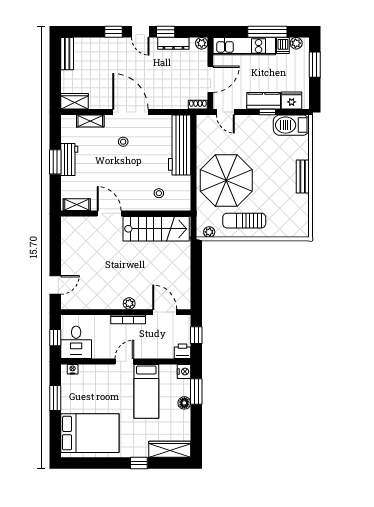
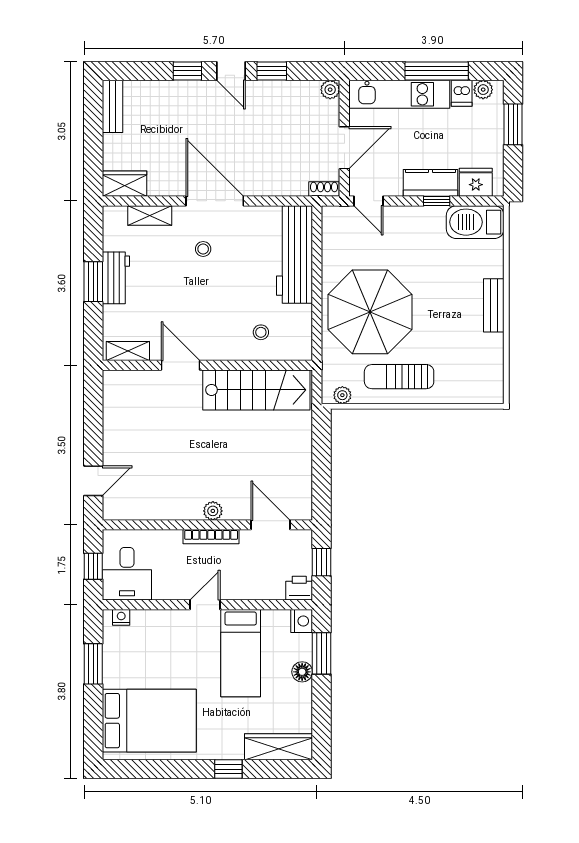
dresser: (173, 43) -> (285, 90), removed

